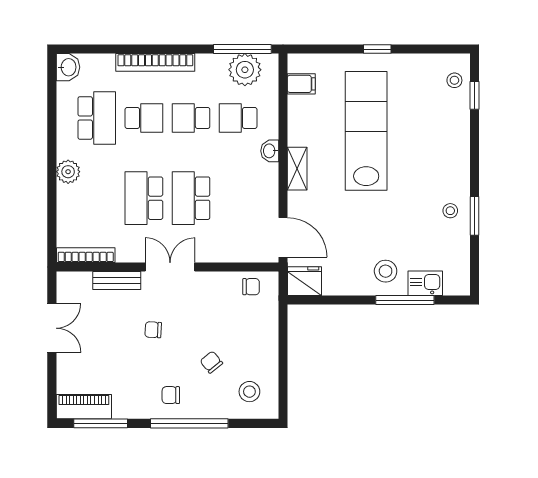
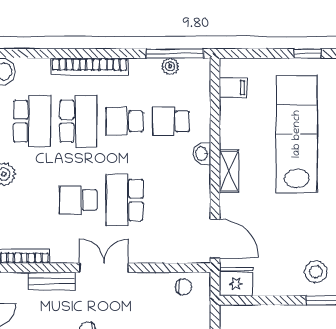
plant: (245, 70) -> (170, 66), width x0.53, depth x0.53
school desk: (144, 118) -> (78, 121), width x1.85
school desk: (144, 198) -> (78, 200), width x0.54

